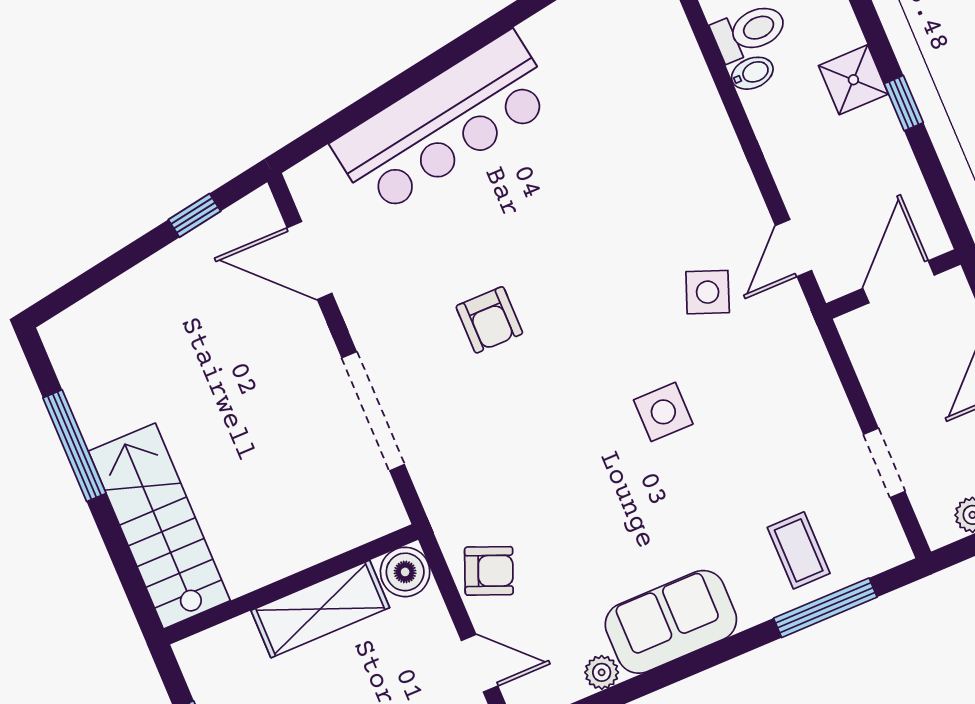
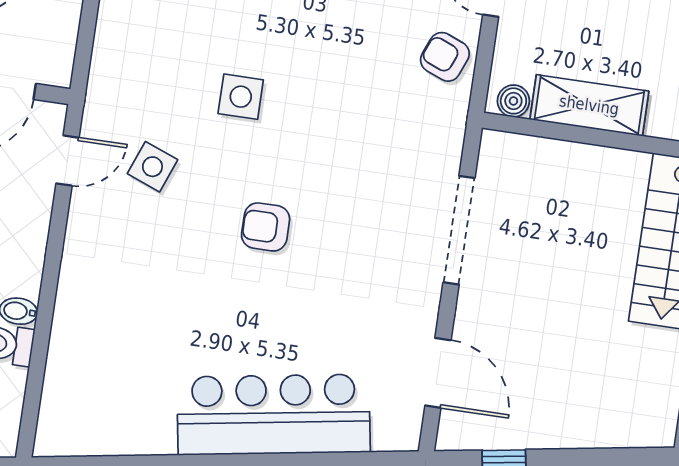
armchair: (489, 320) -> (266, 227), moved, turned -90
boiler: (405, 572) -> (513, 101), width x0.73, depth x0.73

